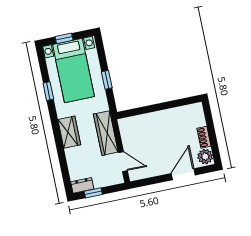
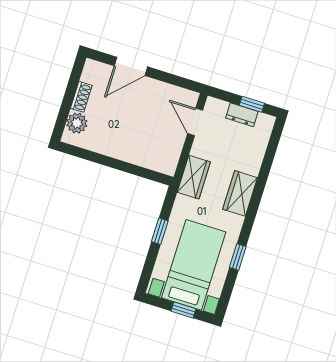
wardrobe: (106, 133) -> (194, 177), width x0.67
plant: (205, 157) -> (77, 123), moved
dresser: (82, 185) -> (242, 115), moved

